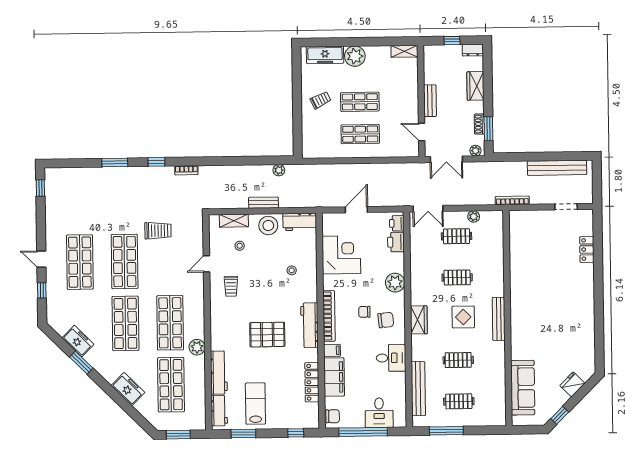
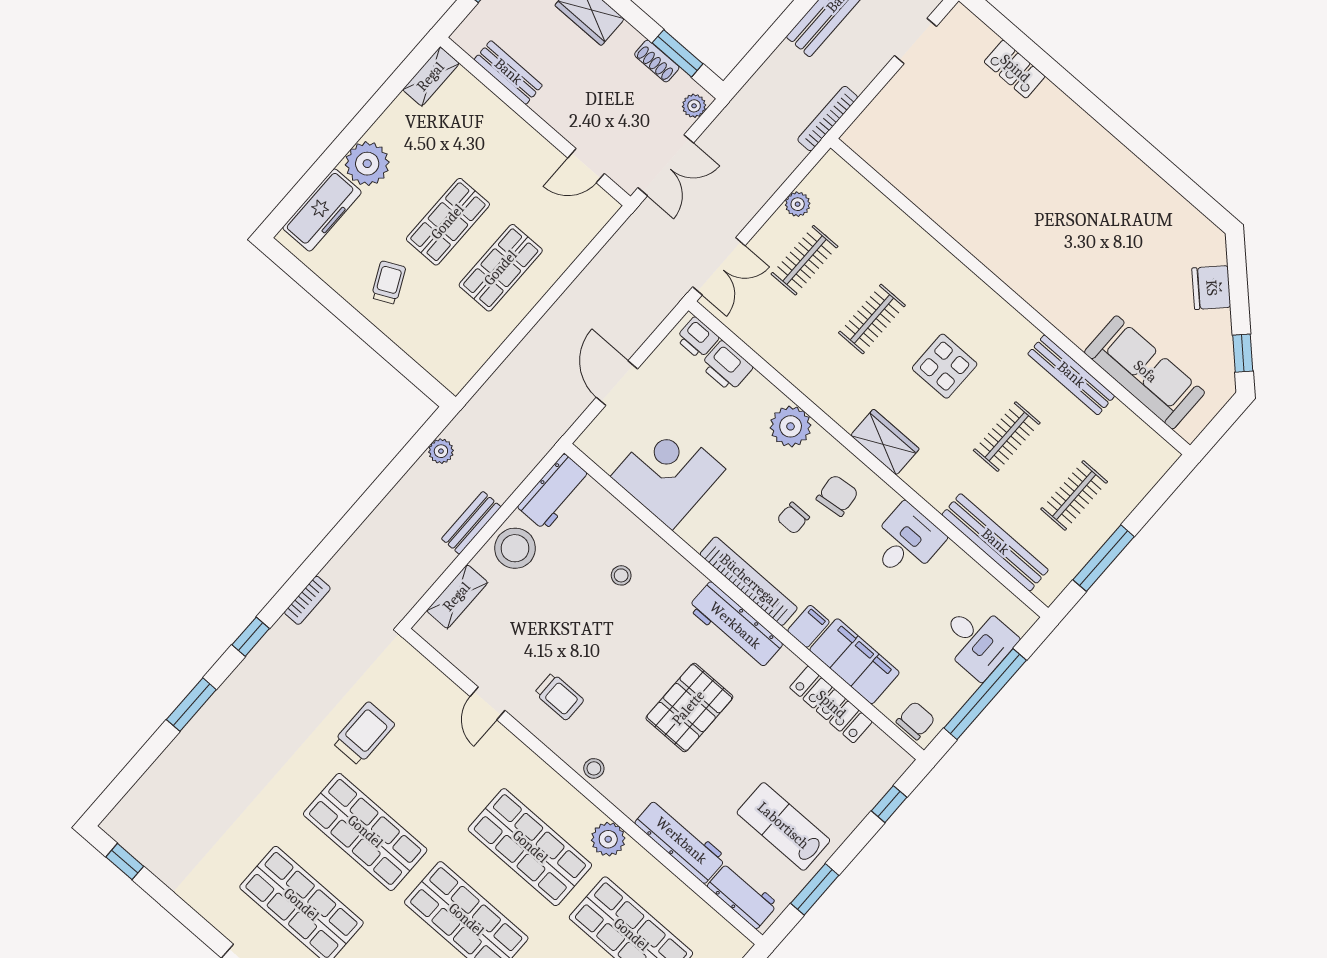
bench: (430, 101) -> (508, 72), moved
stool: (240, 246) -> (594, 768), moved
bench: (499, 319) -> (1071, 375), moved

